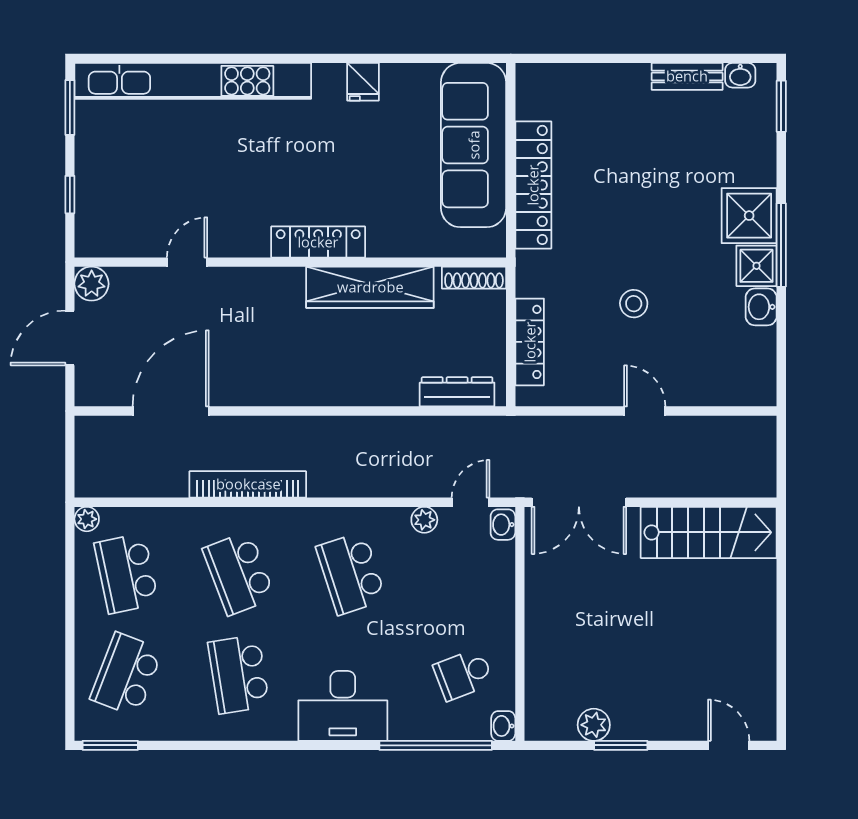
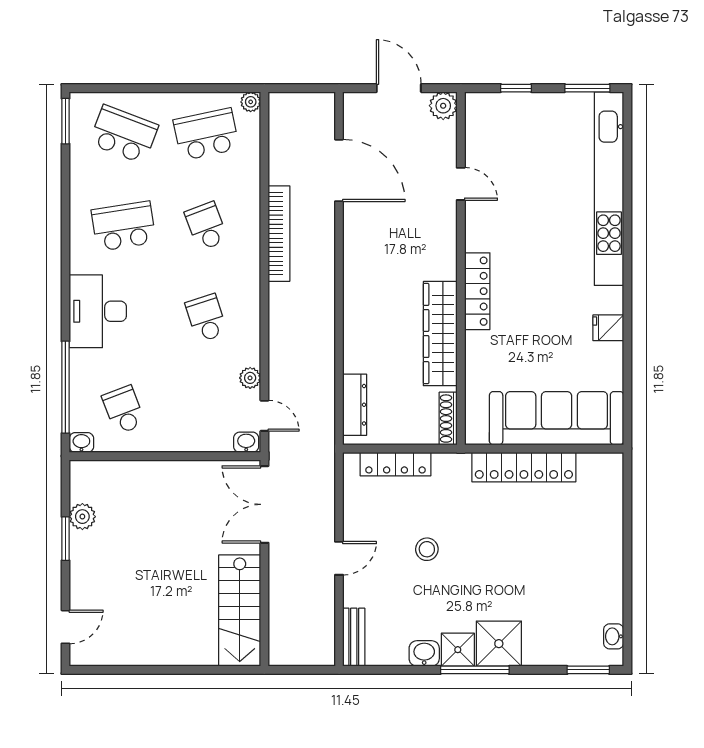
bench: (687, 76) -> (354, 637), moved
school desk: (239, 573) -> (206, 226), width x0.54
school desk: (351, 573) -> (206, 318), width x0.54

